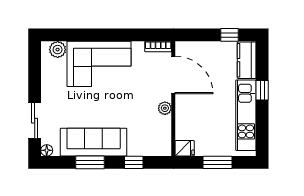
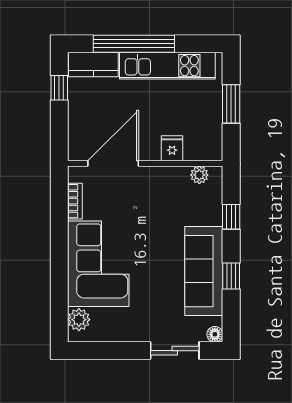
bookcase: (158, 47) -> (75, 201), moved
window: (262, 90) -> (134, 44), width x3.17
plant: (165, 108) -> (199, 175), moved
fridge: (185, 148) -> (172, 148), moved
window: (90, 162) -> (231, 276), width x0.67

